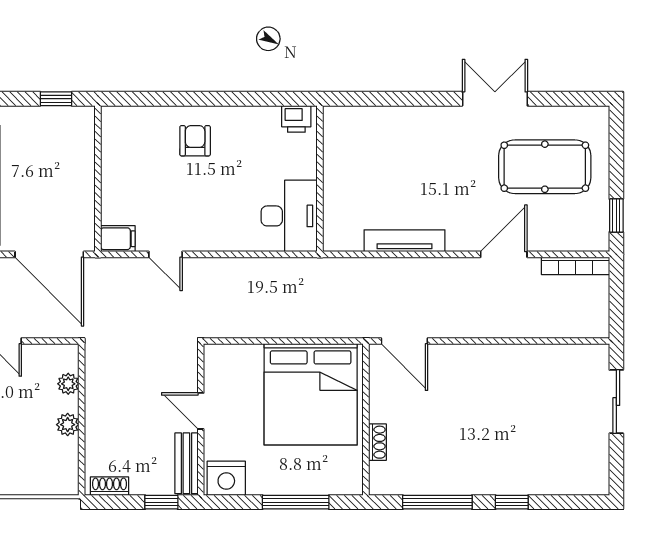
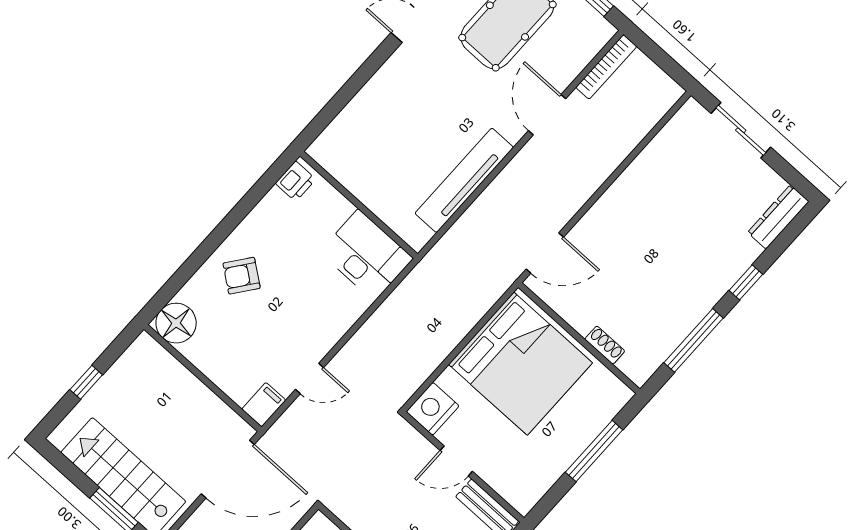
window: (56, 99) -> (86, 382), moved
floor lamp: (120, 125) -> (176, 323), added
armchair: (195, 141) -> (242, 276), turned -53
tv unit: (405, 241) -> (464, 180), width x1.36, depth x1.29
nightstand: (226, 478) -> (433, 409), moved, turned 180
dresser: (579, 483) -> (778, 217), added

